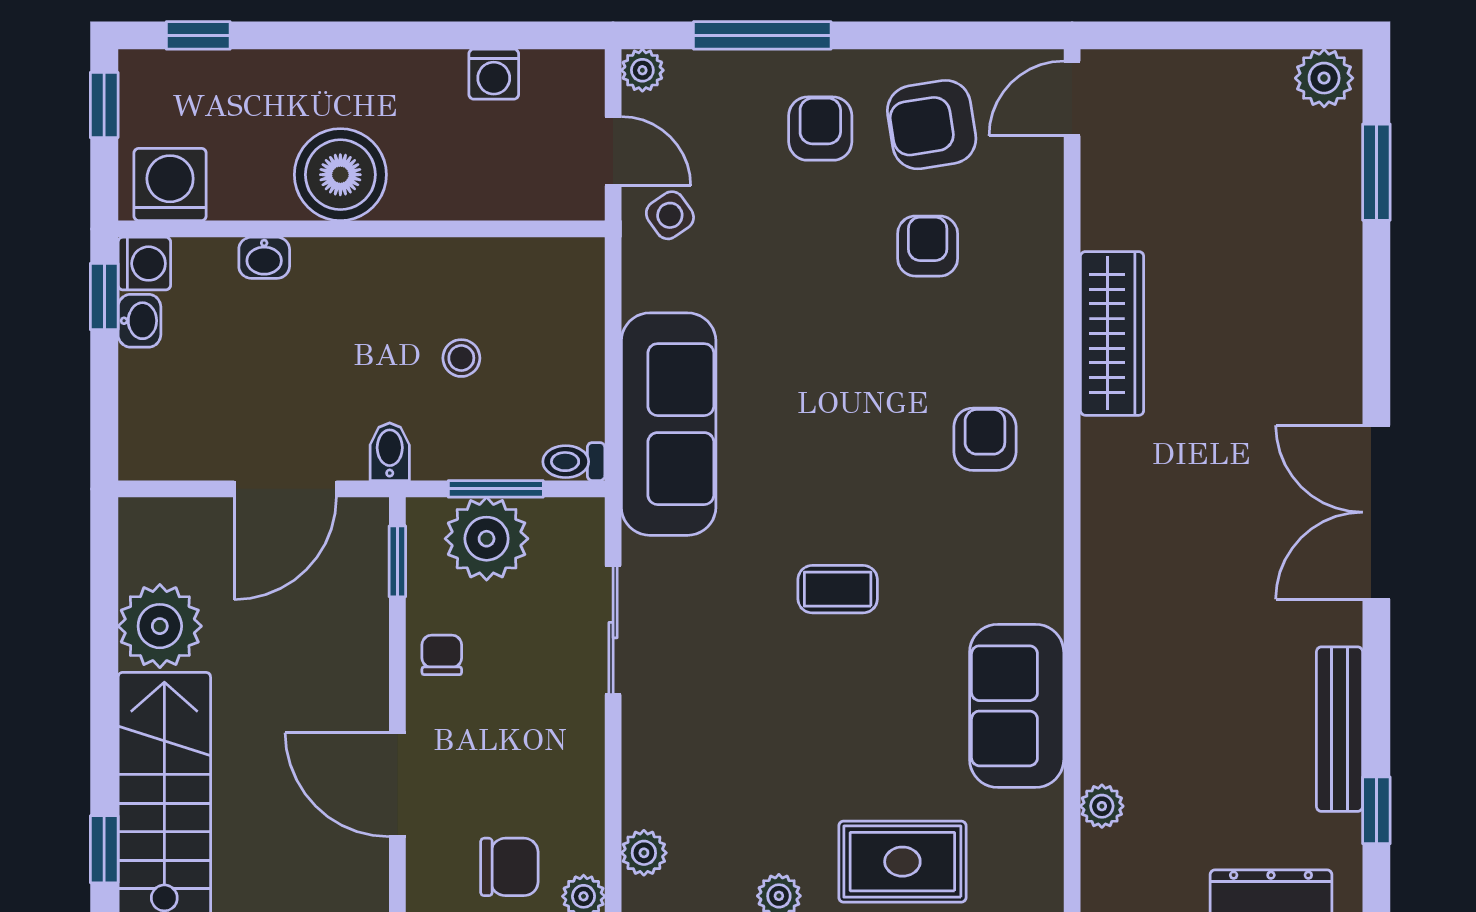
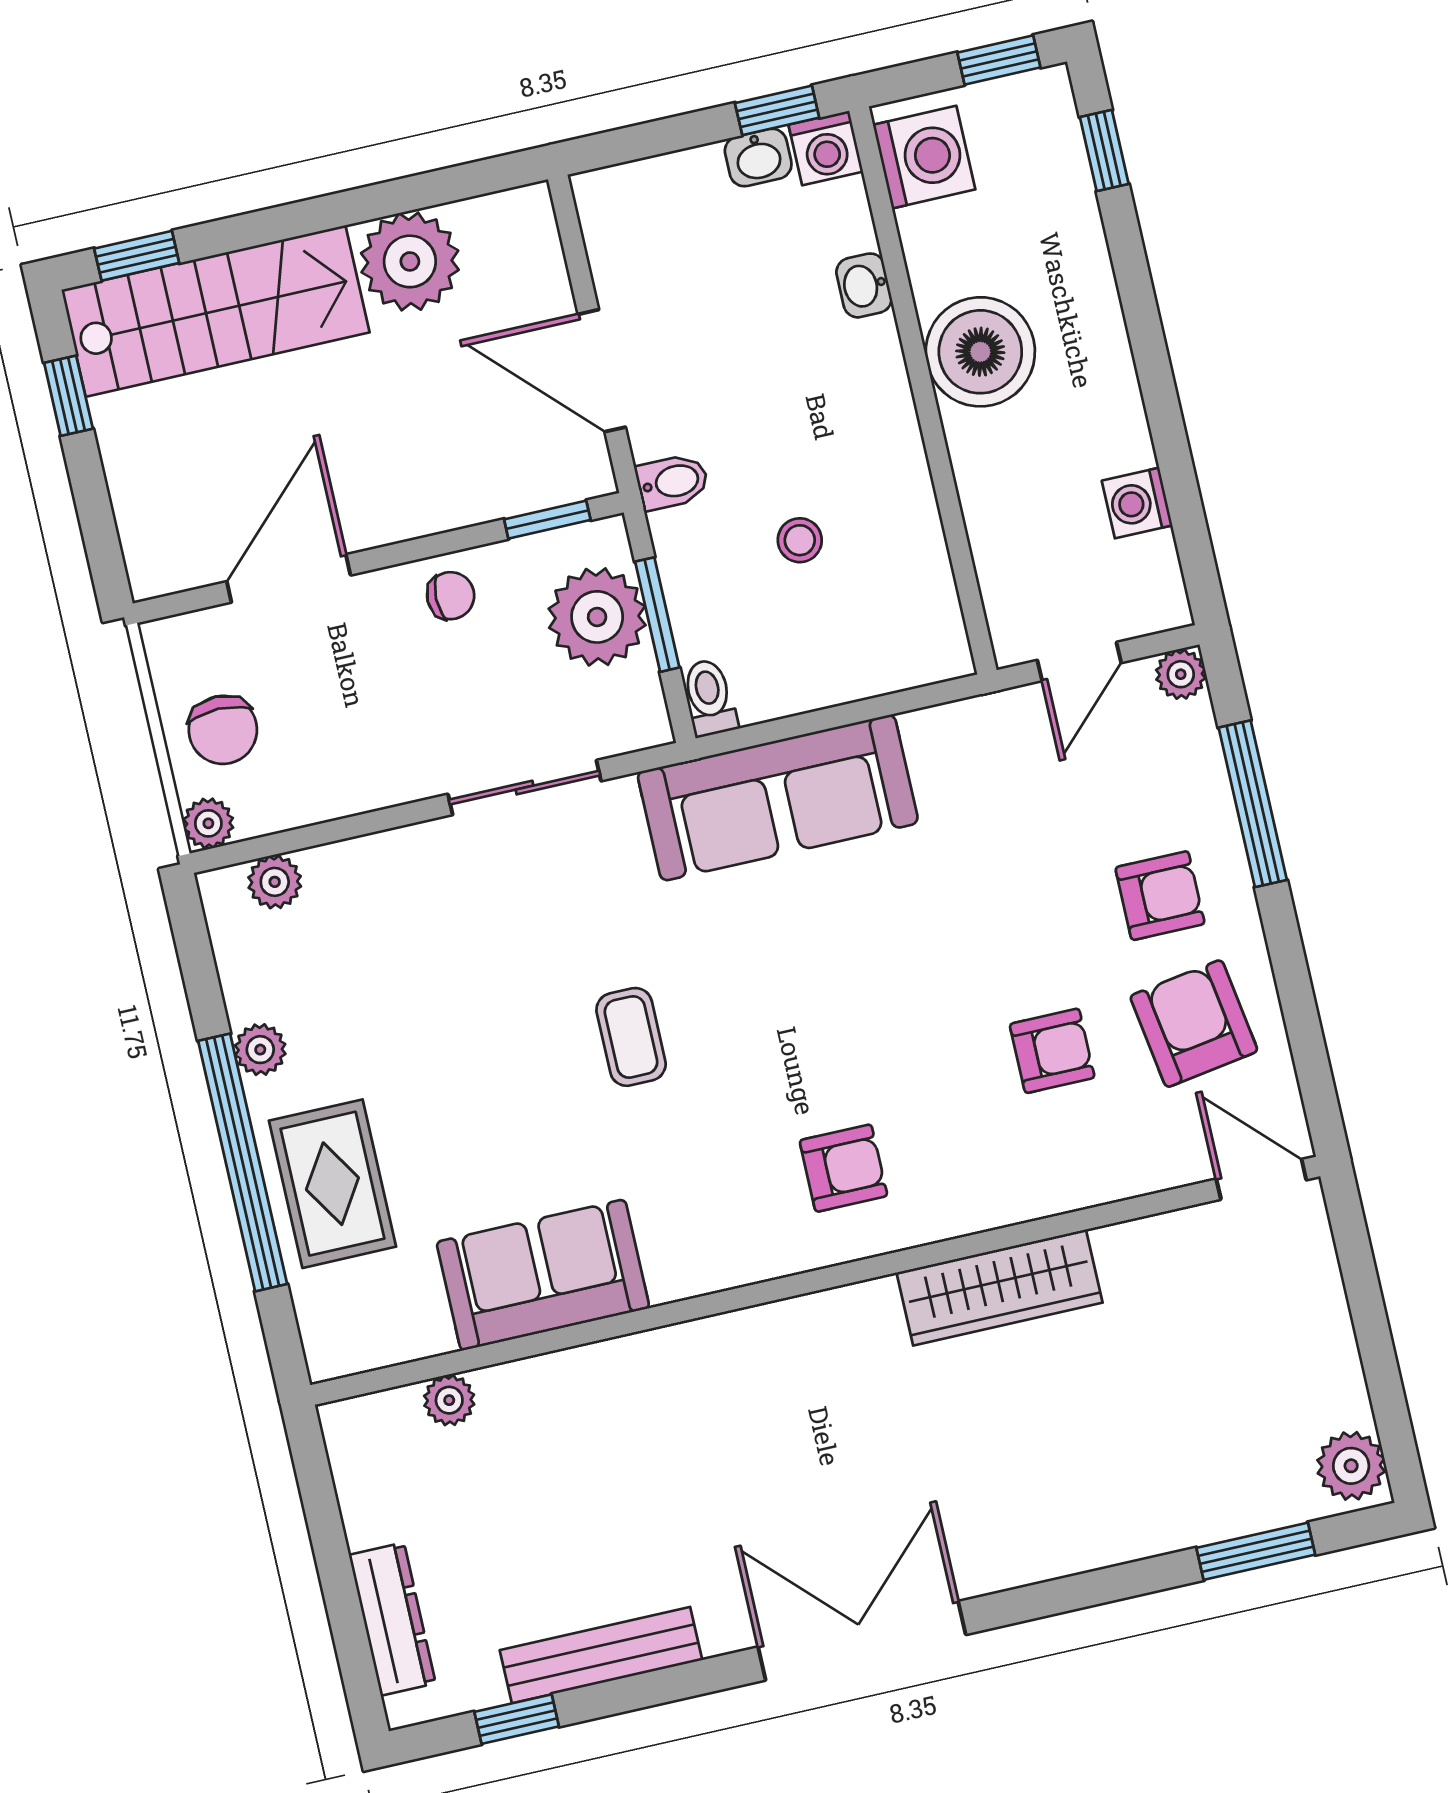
side table: (670, 215) -> (1020, 744), removed

